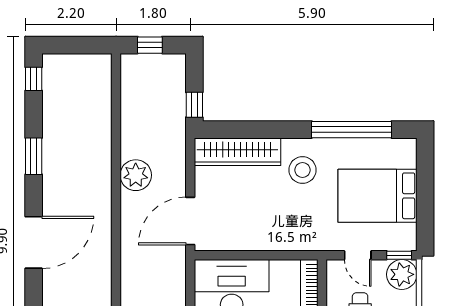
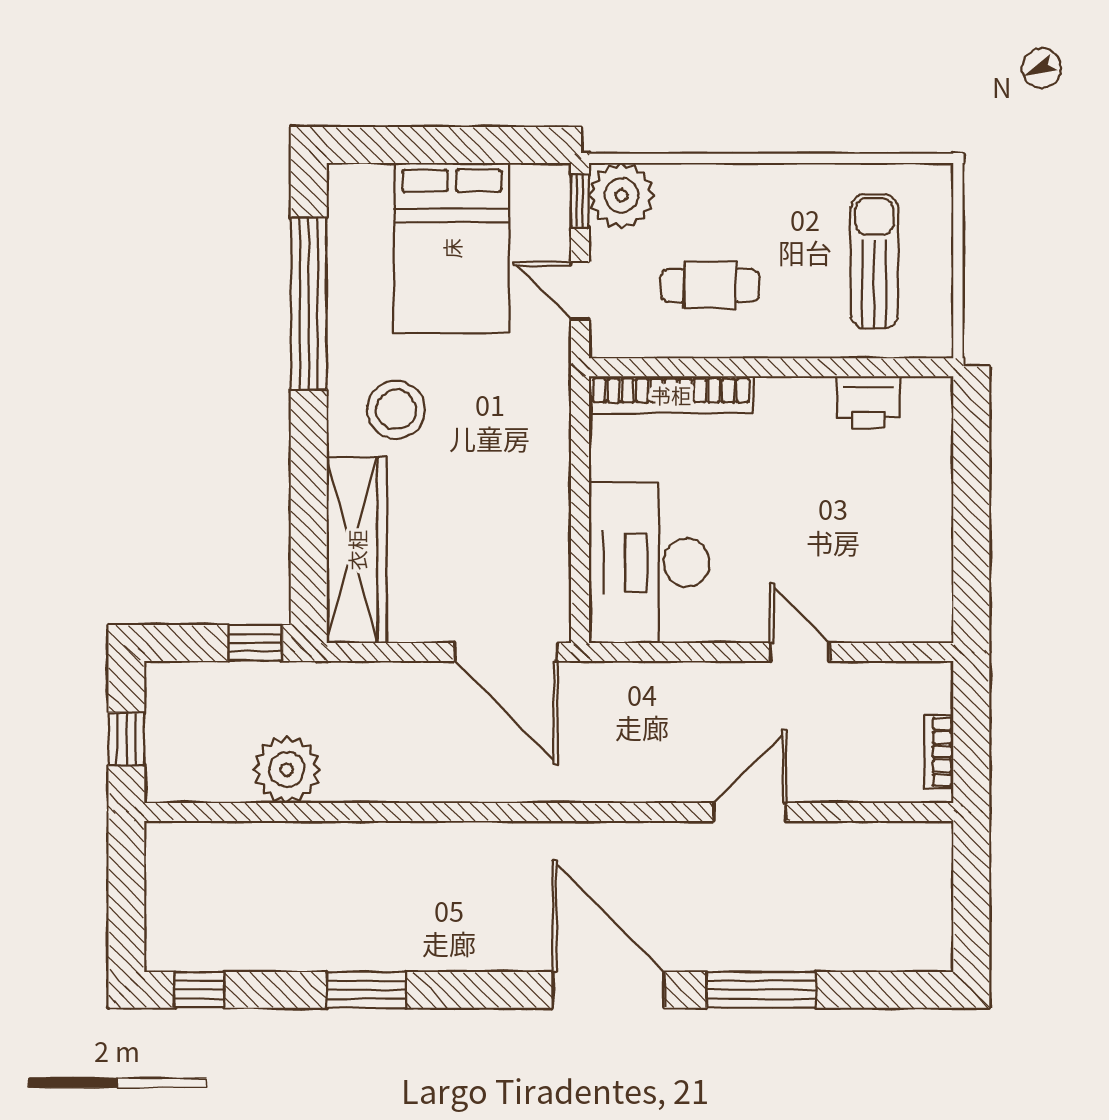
plant: (136, 175) -> (287, 769), moved
door: (34, 242) -> (609, 990), moved
door: (358, 255) -> (580, 290), swing flipped

